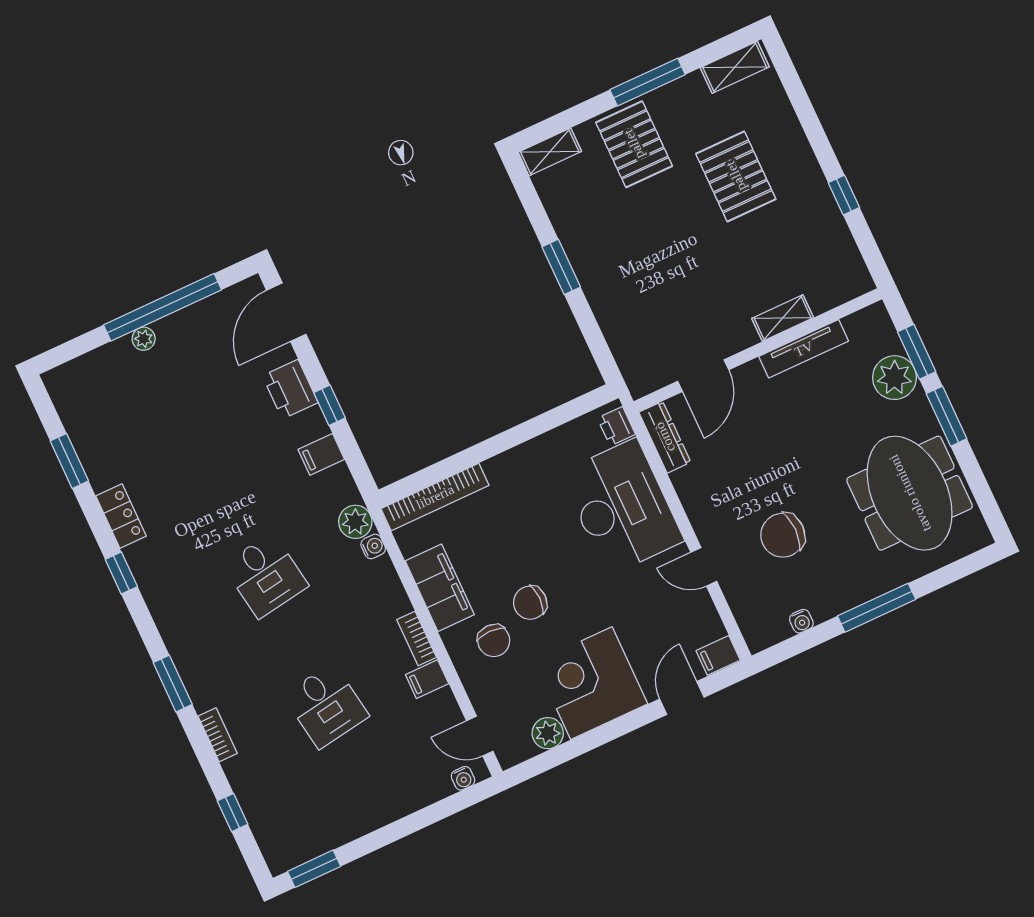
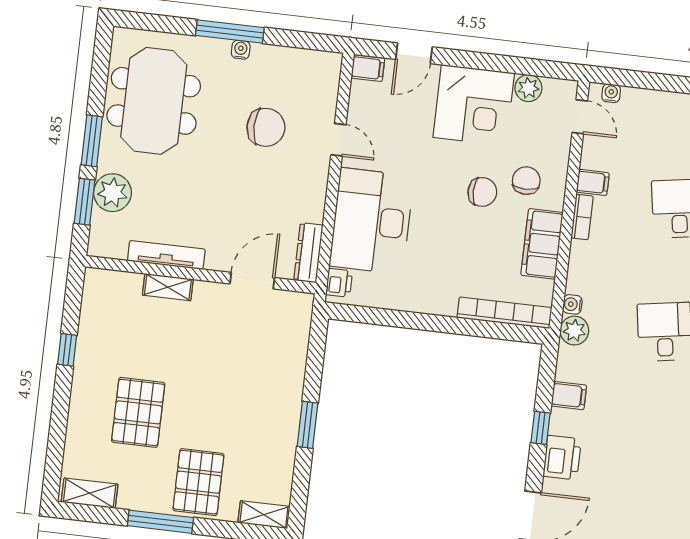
water cooler: (801, 621) -> (241, 50), moved

